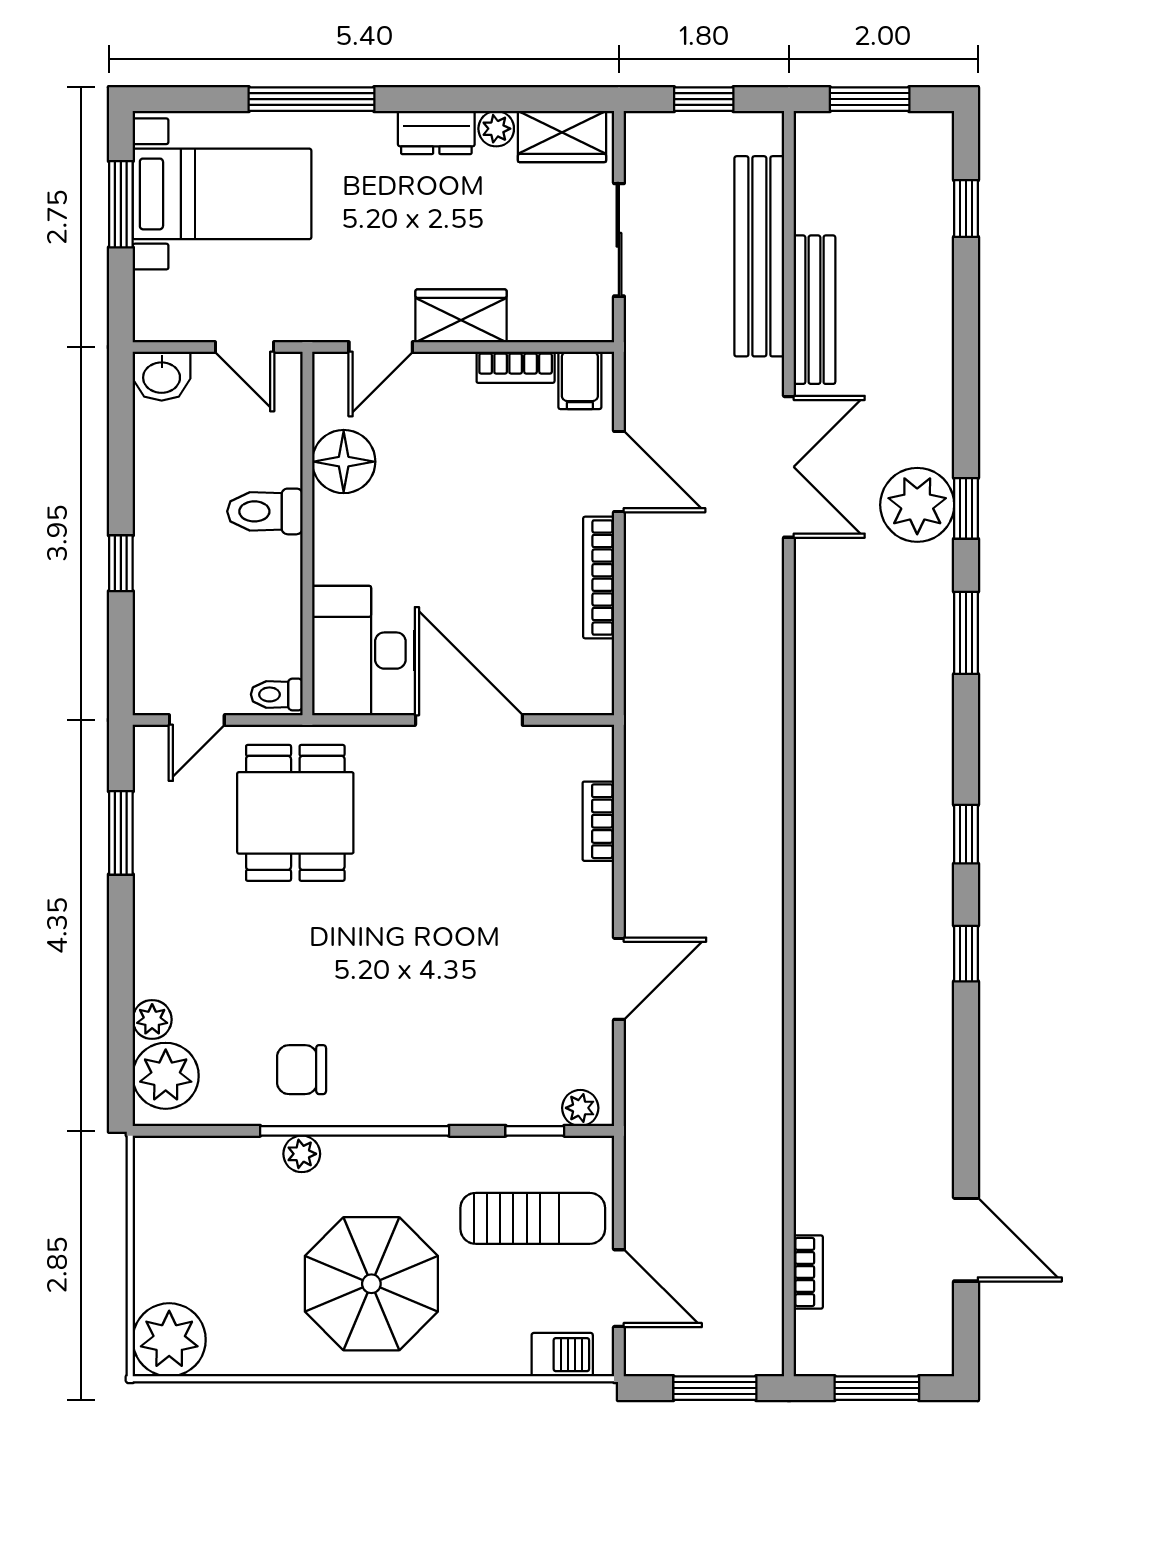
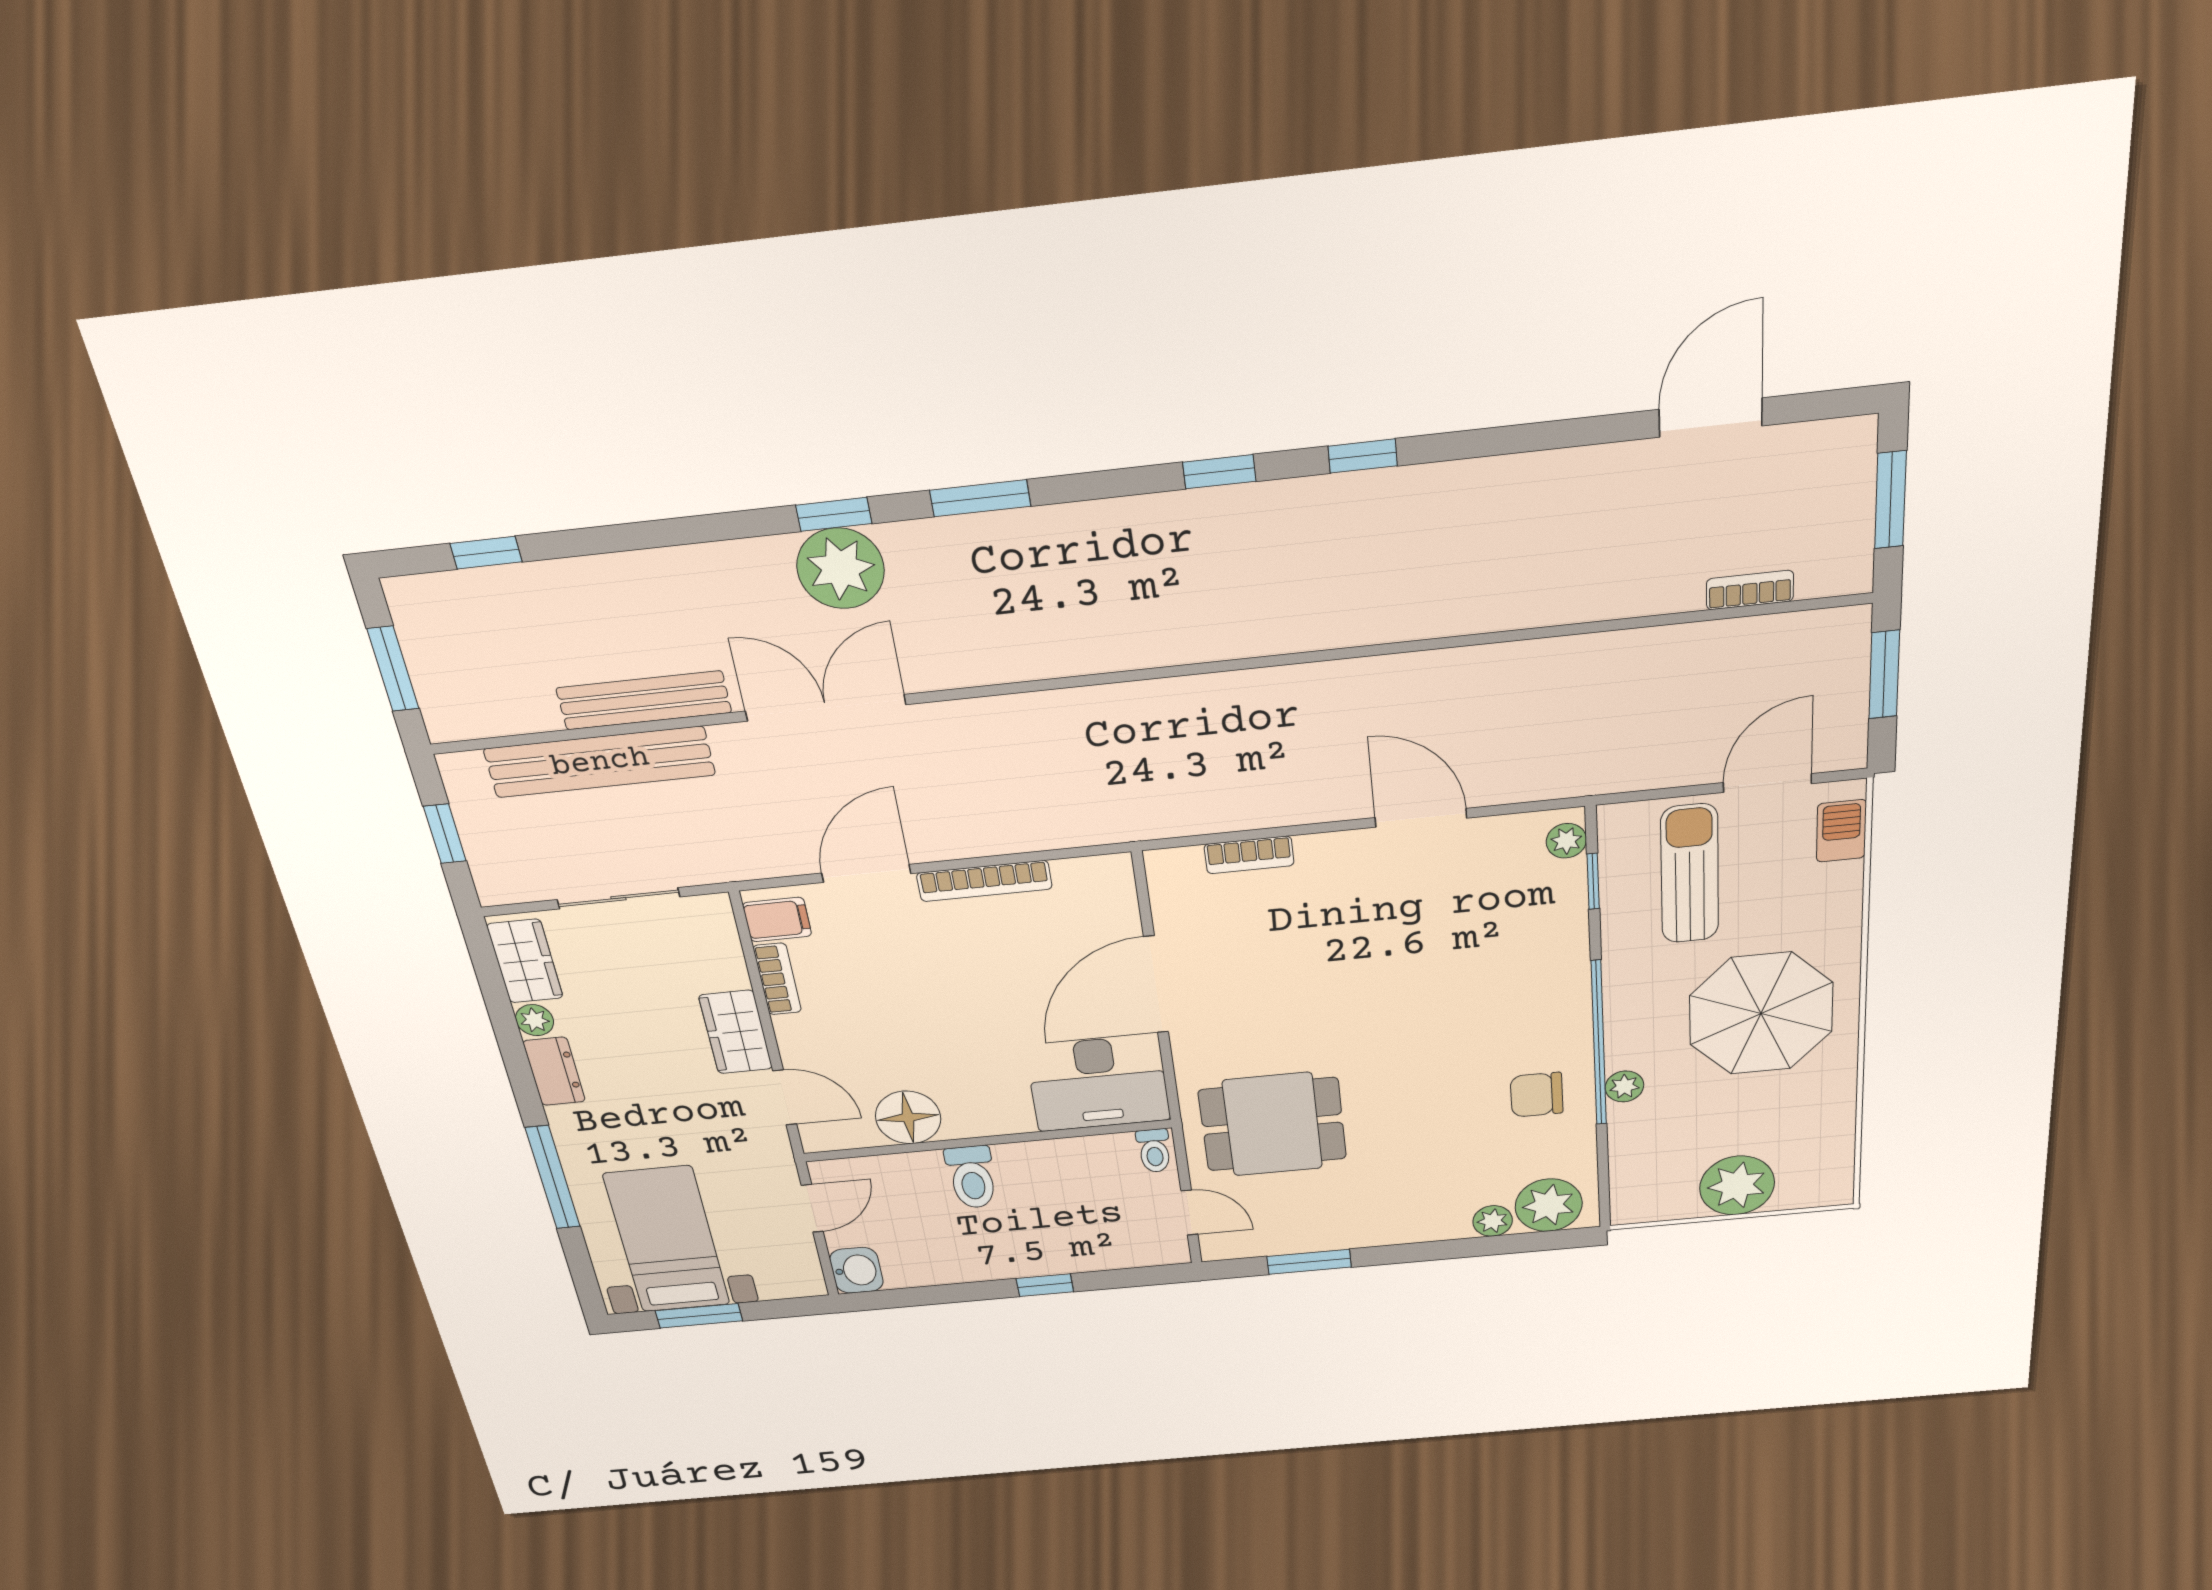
chair: (302, 1070) -> (1537, 1095), turned 90
plant: (169, 1340) -> (1737, 1185), moved

